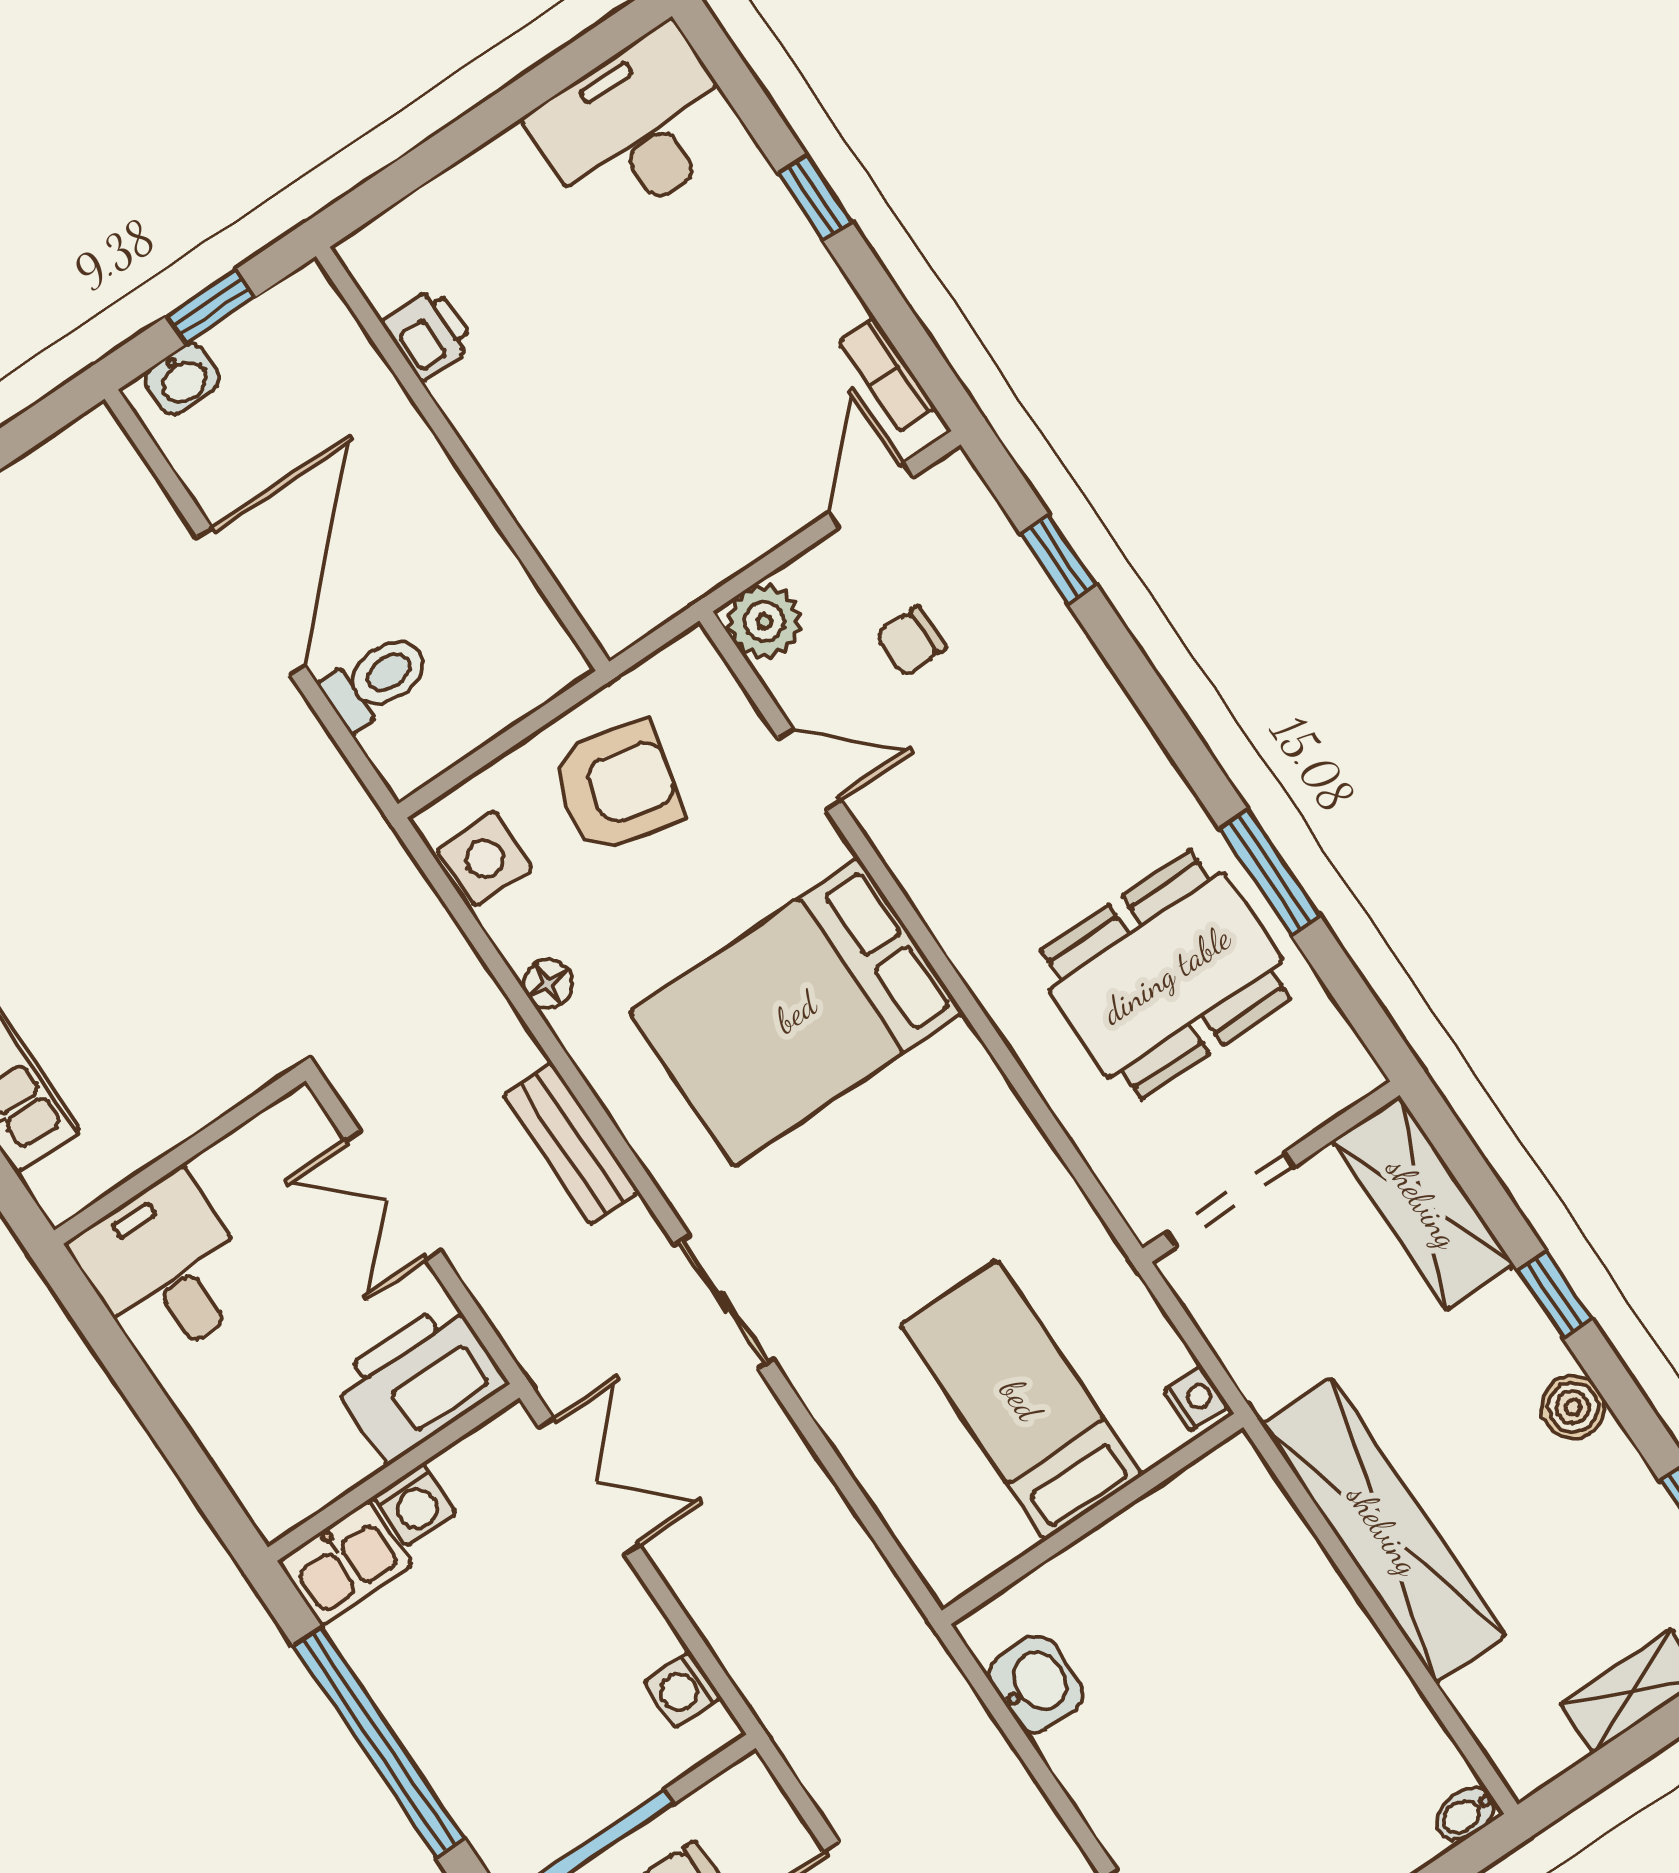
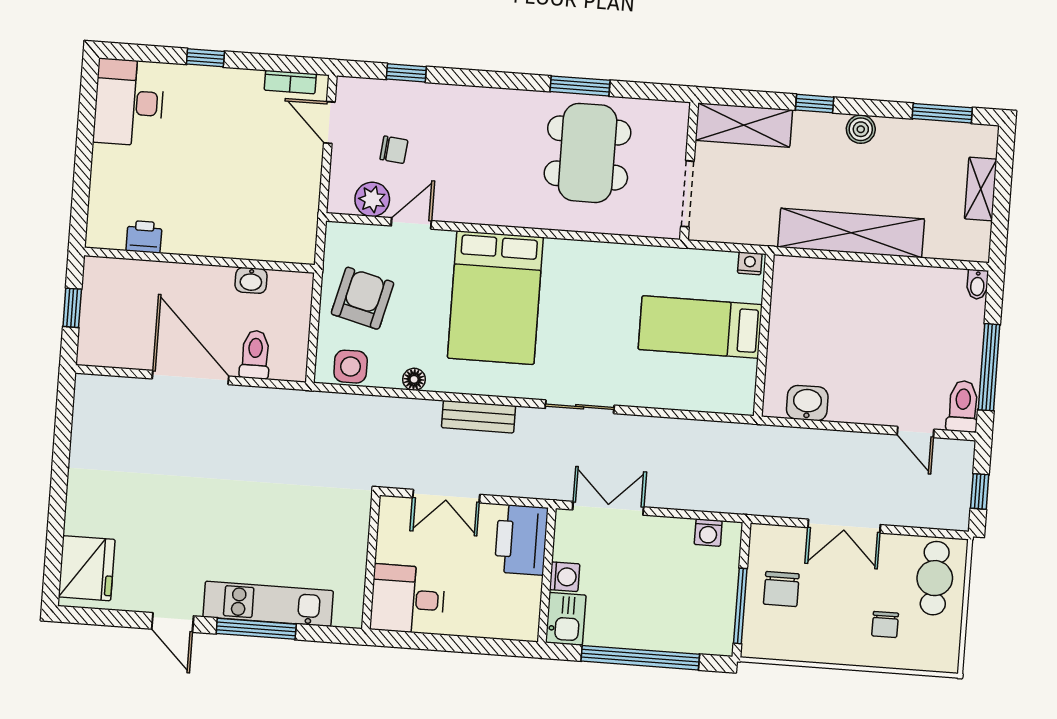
washbasin: (182, 379) -> (251, 280), moved, turned 90
plant: (764, 622) -> (372, 199), moved
chair: (911, 641) -> (394, 150), turned -84

